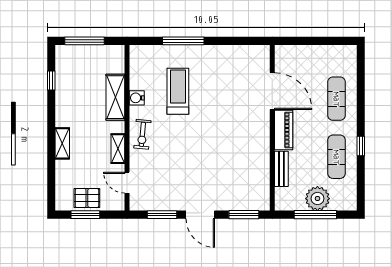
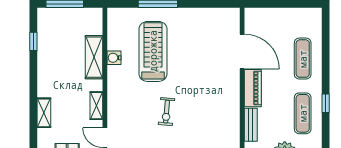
treadmill: (178, 91) -> (153, 51), width x1.37, depth x1.38
exercise bike: (142, 134) -> (167, 112), moved
shelving: (62, 143) -> (44, 113), moved

